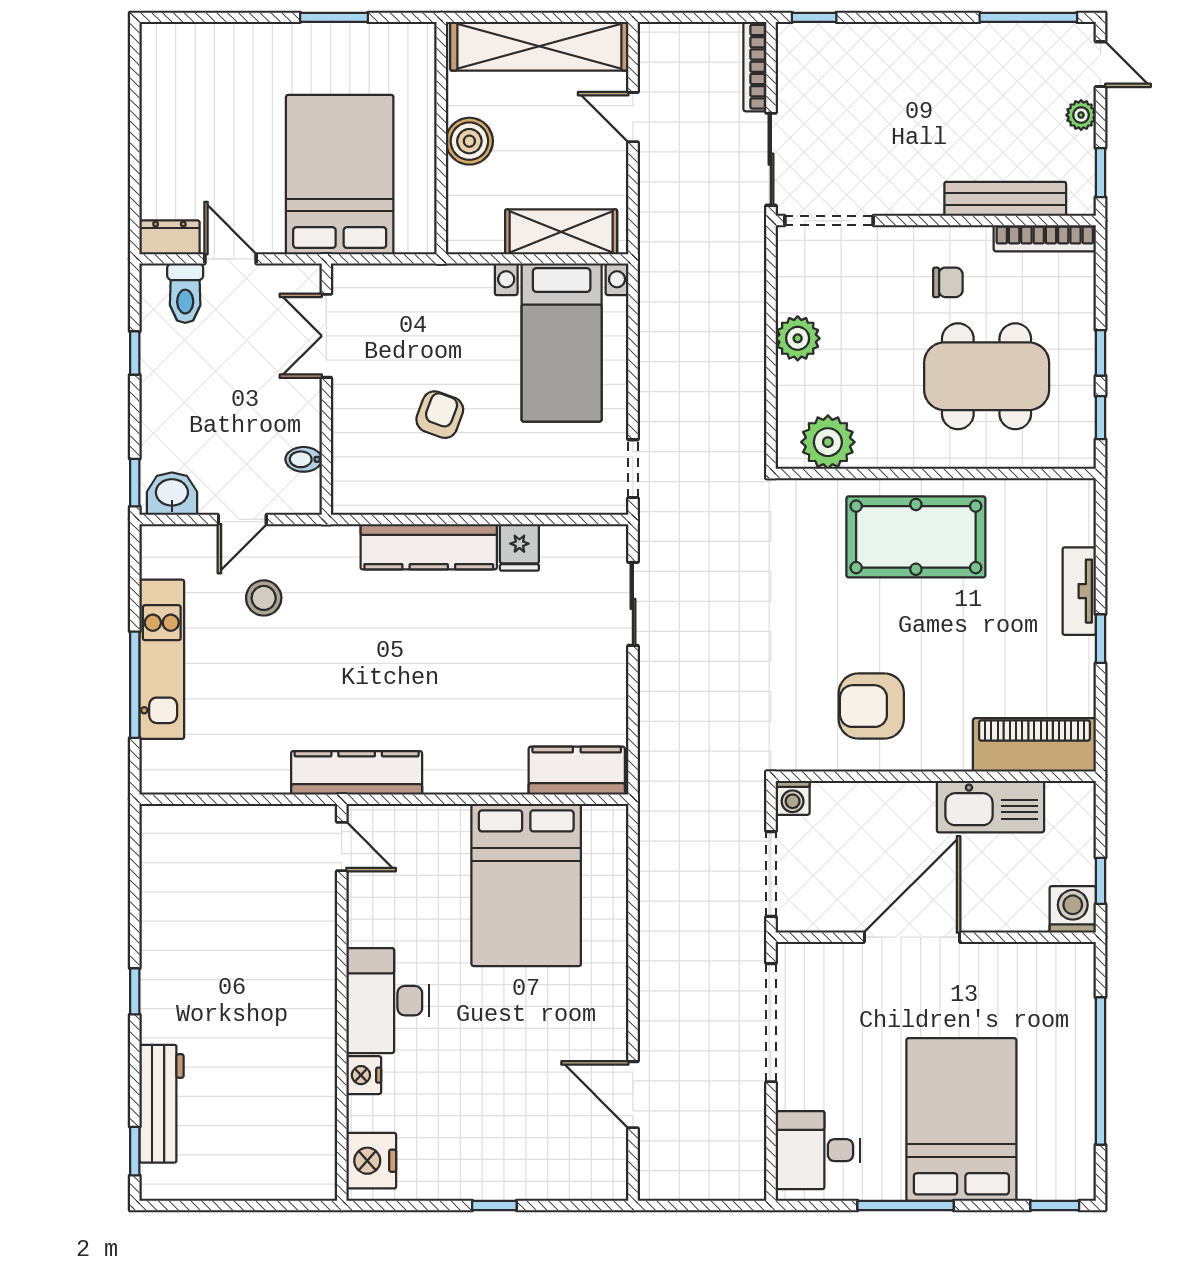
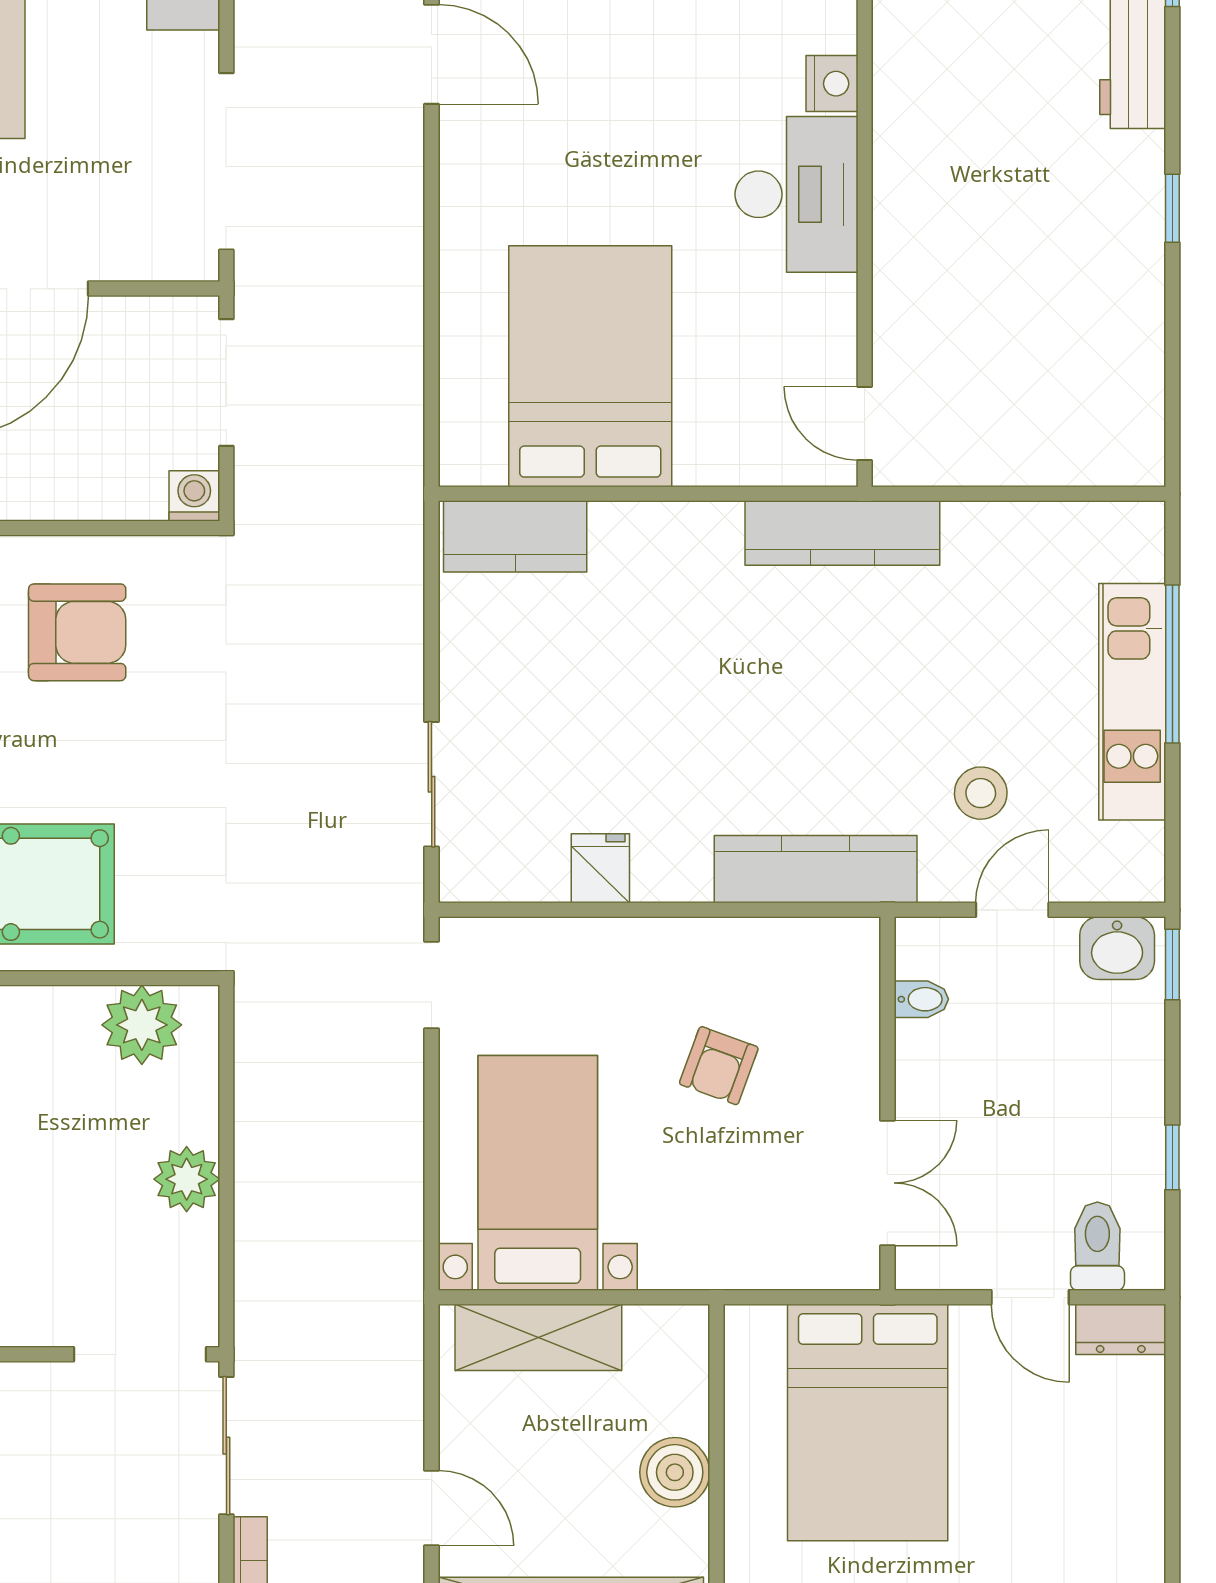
kitchen counter: (429, 547) -> (816, 869), moved

